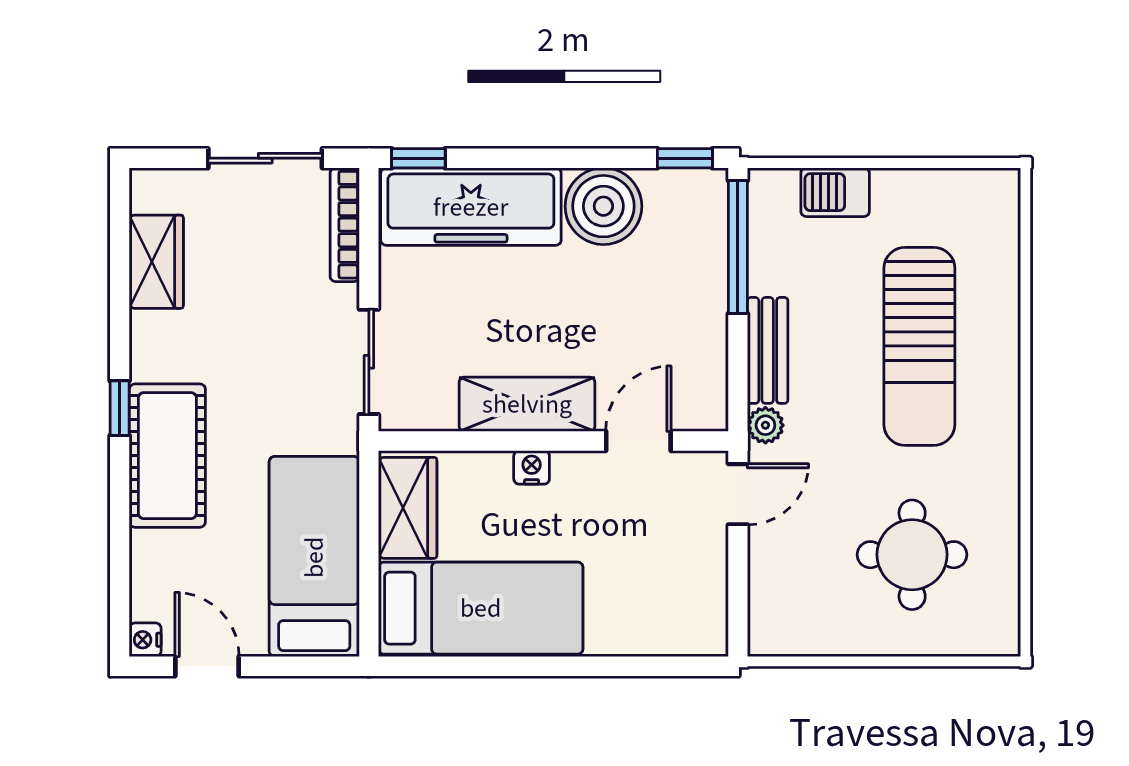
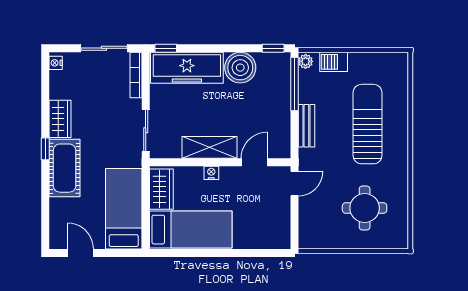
wardrobe: (156, 262) -> (60, 119), moved
sun lounger: (919, 346) -> (368, 124), turned 180
plant: (765, 425) -> (306, 61), moved
nightstand: (145, 640) -> (56, 63), moved

